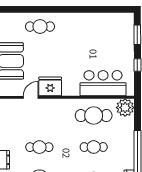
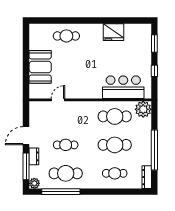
fridge: (50, 86) -> (114, 32), moved, turned 180
cafe table: (94, 147) -> (115, 145), width x1.37, depth x1.35

